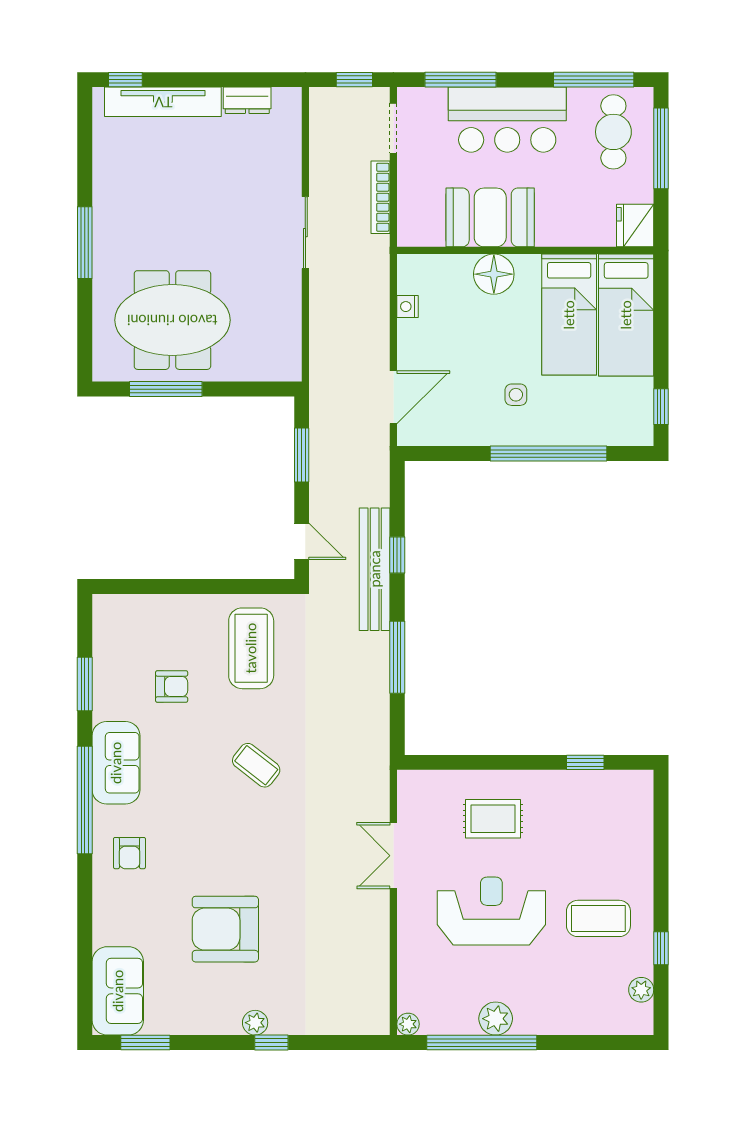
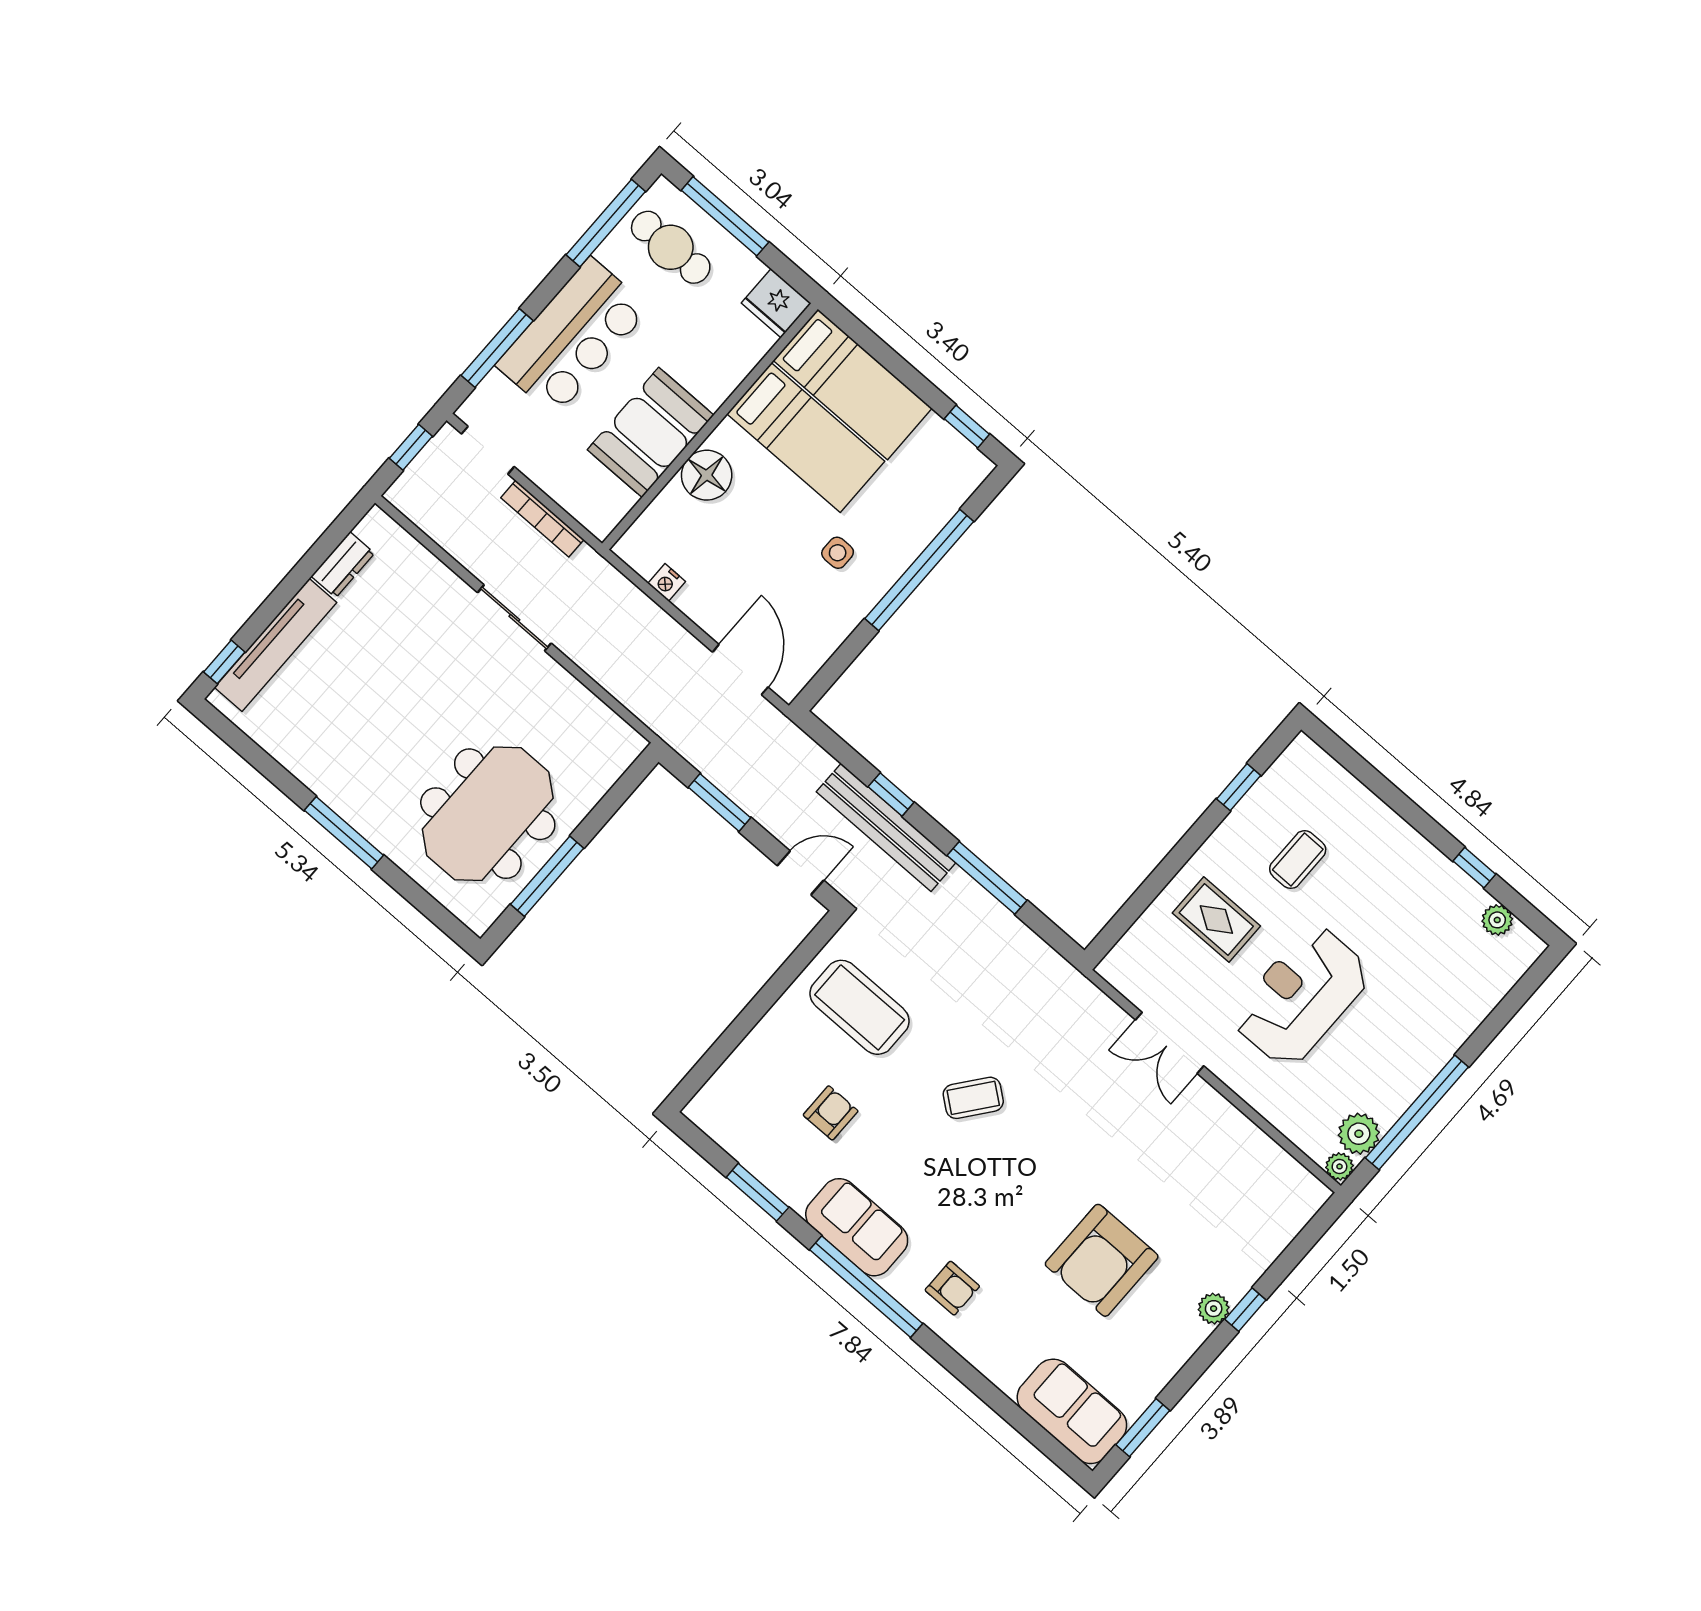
rug: (493, 819) -> (1216, 920), turned 90
coffee table: (598, 918) -> (1298, 860), moved, width x0.73, depth x0.77
plant: (496, 1019) -> (1359, 1134), moved

